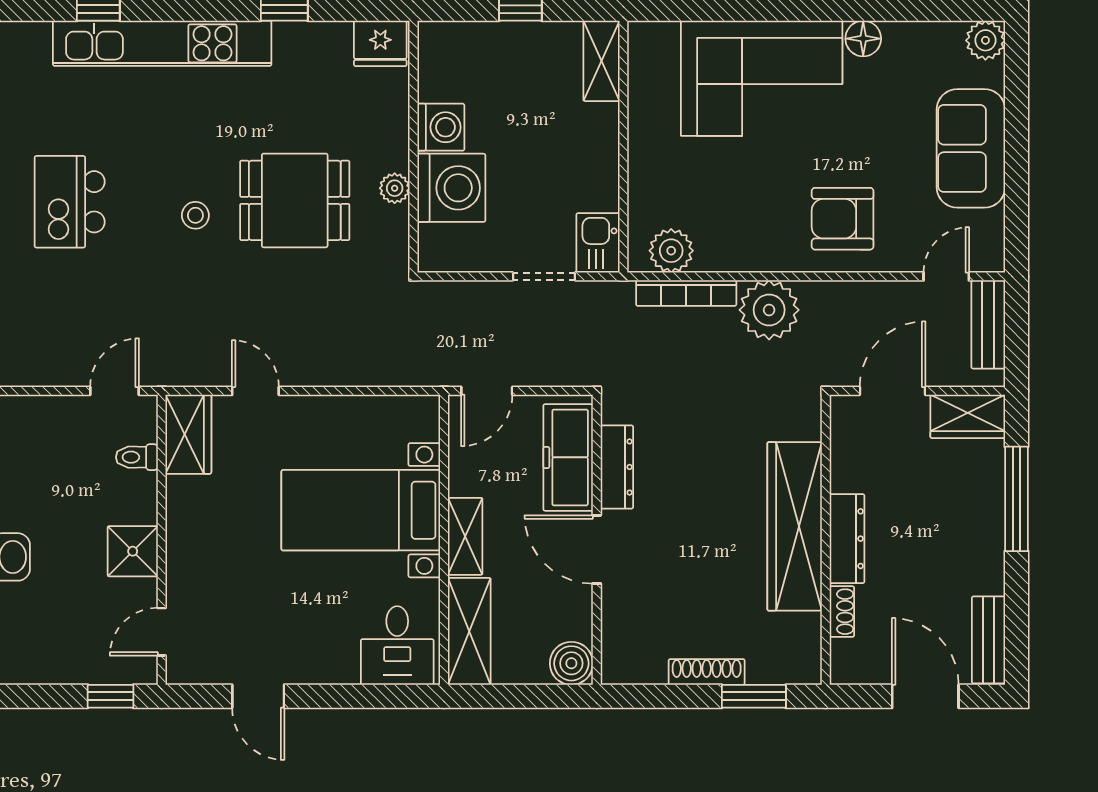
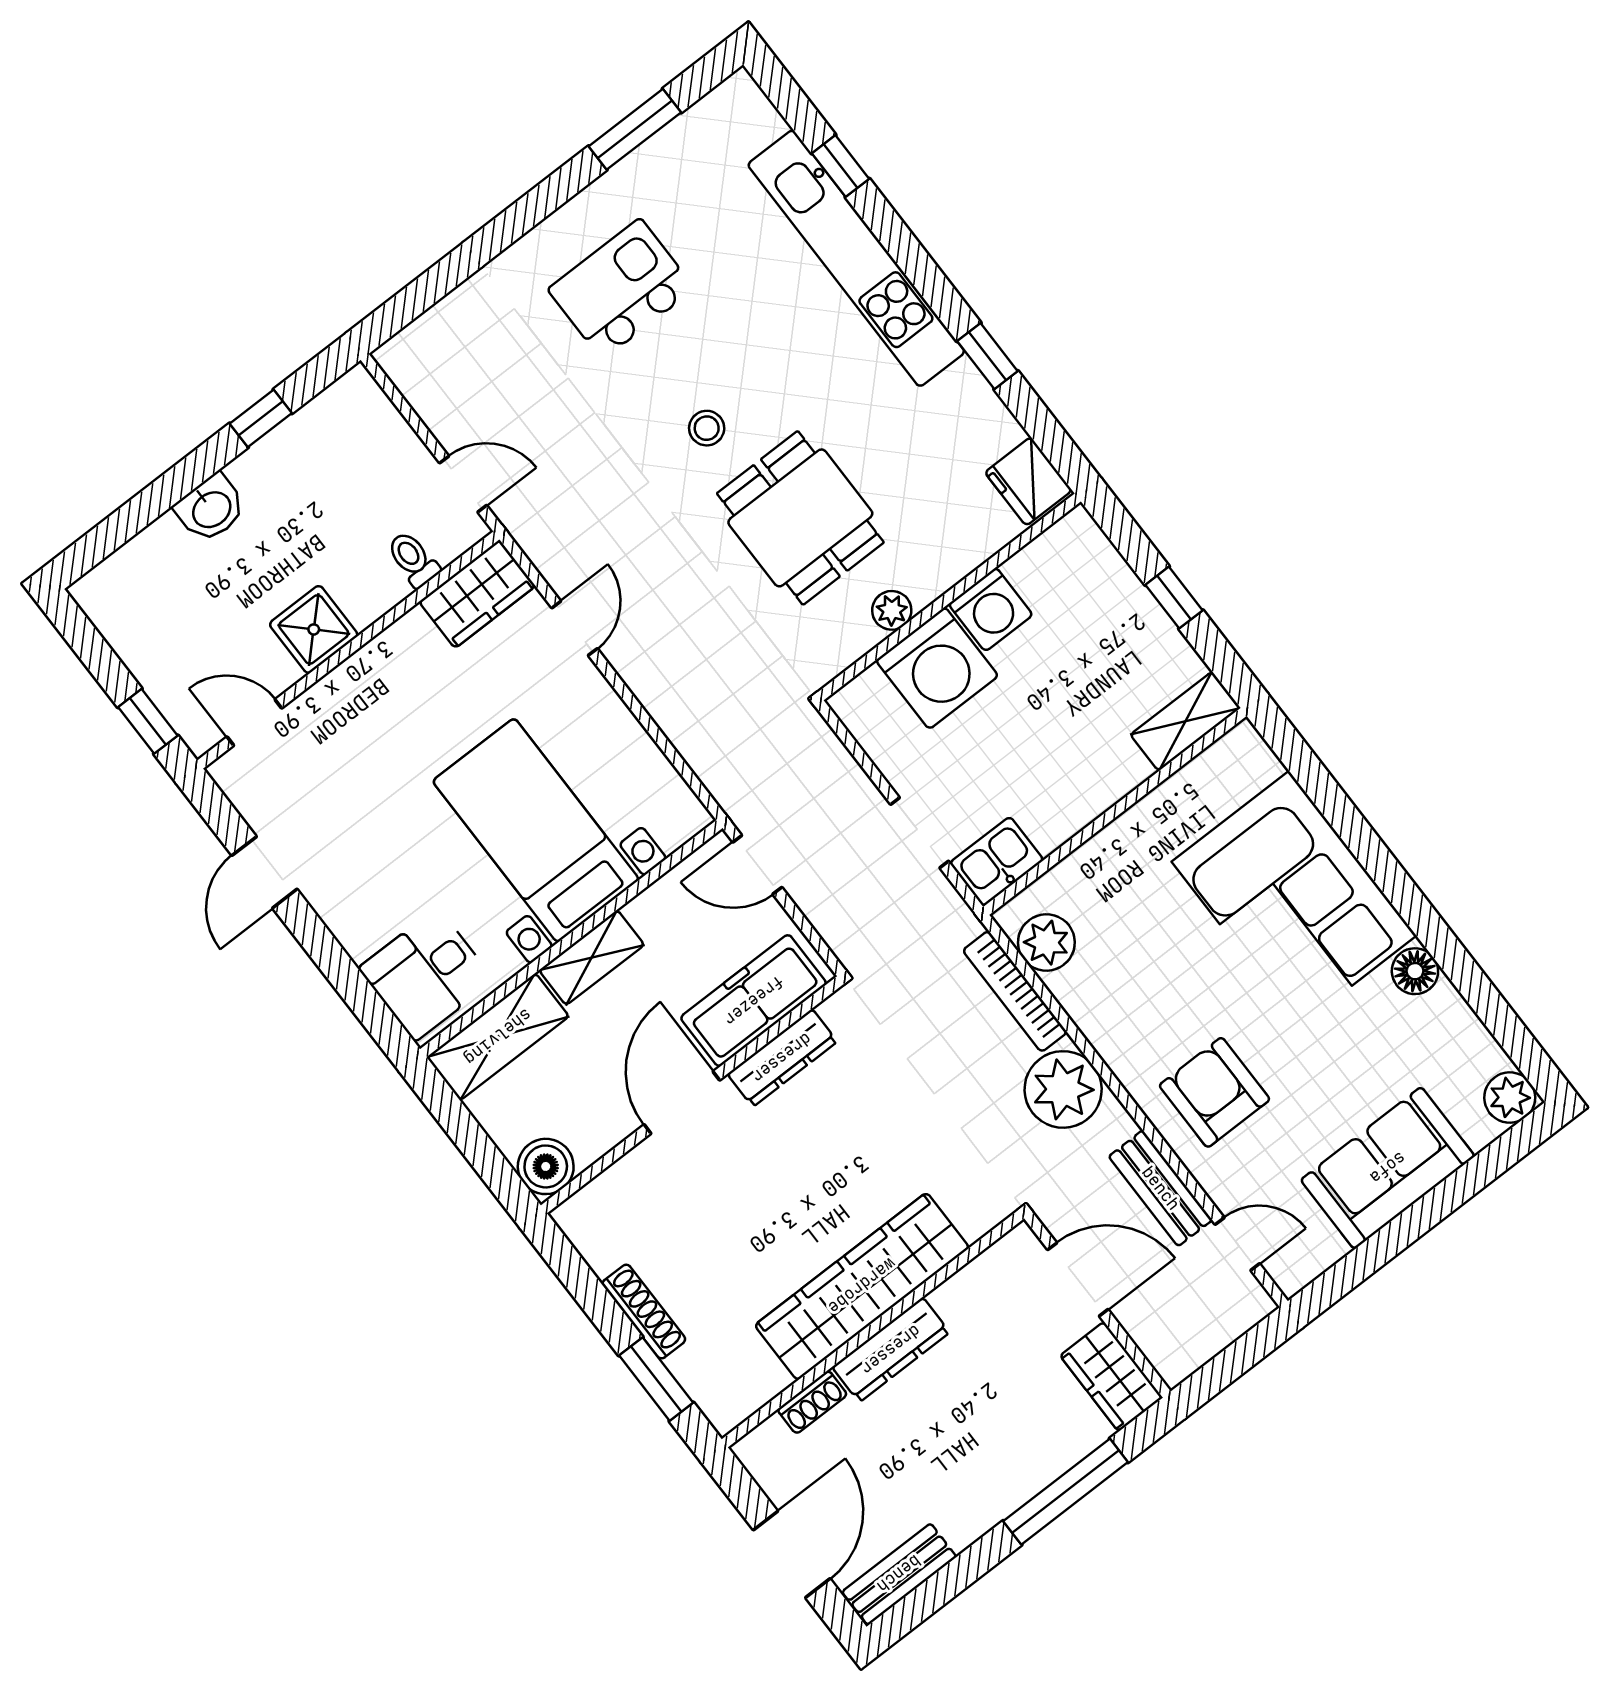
bench: (988, 324) -> (1161, 1188), moved, turned 90

